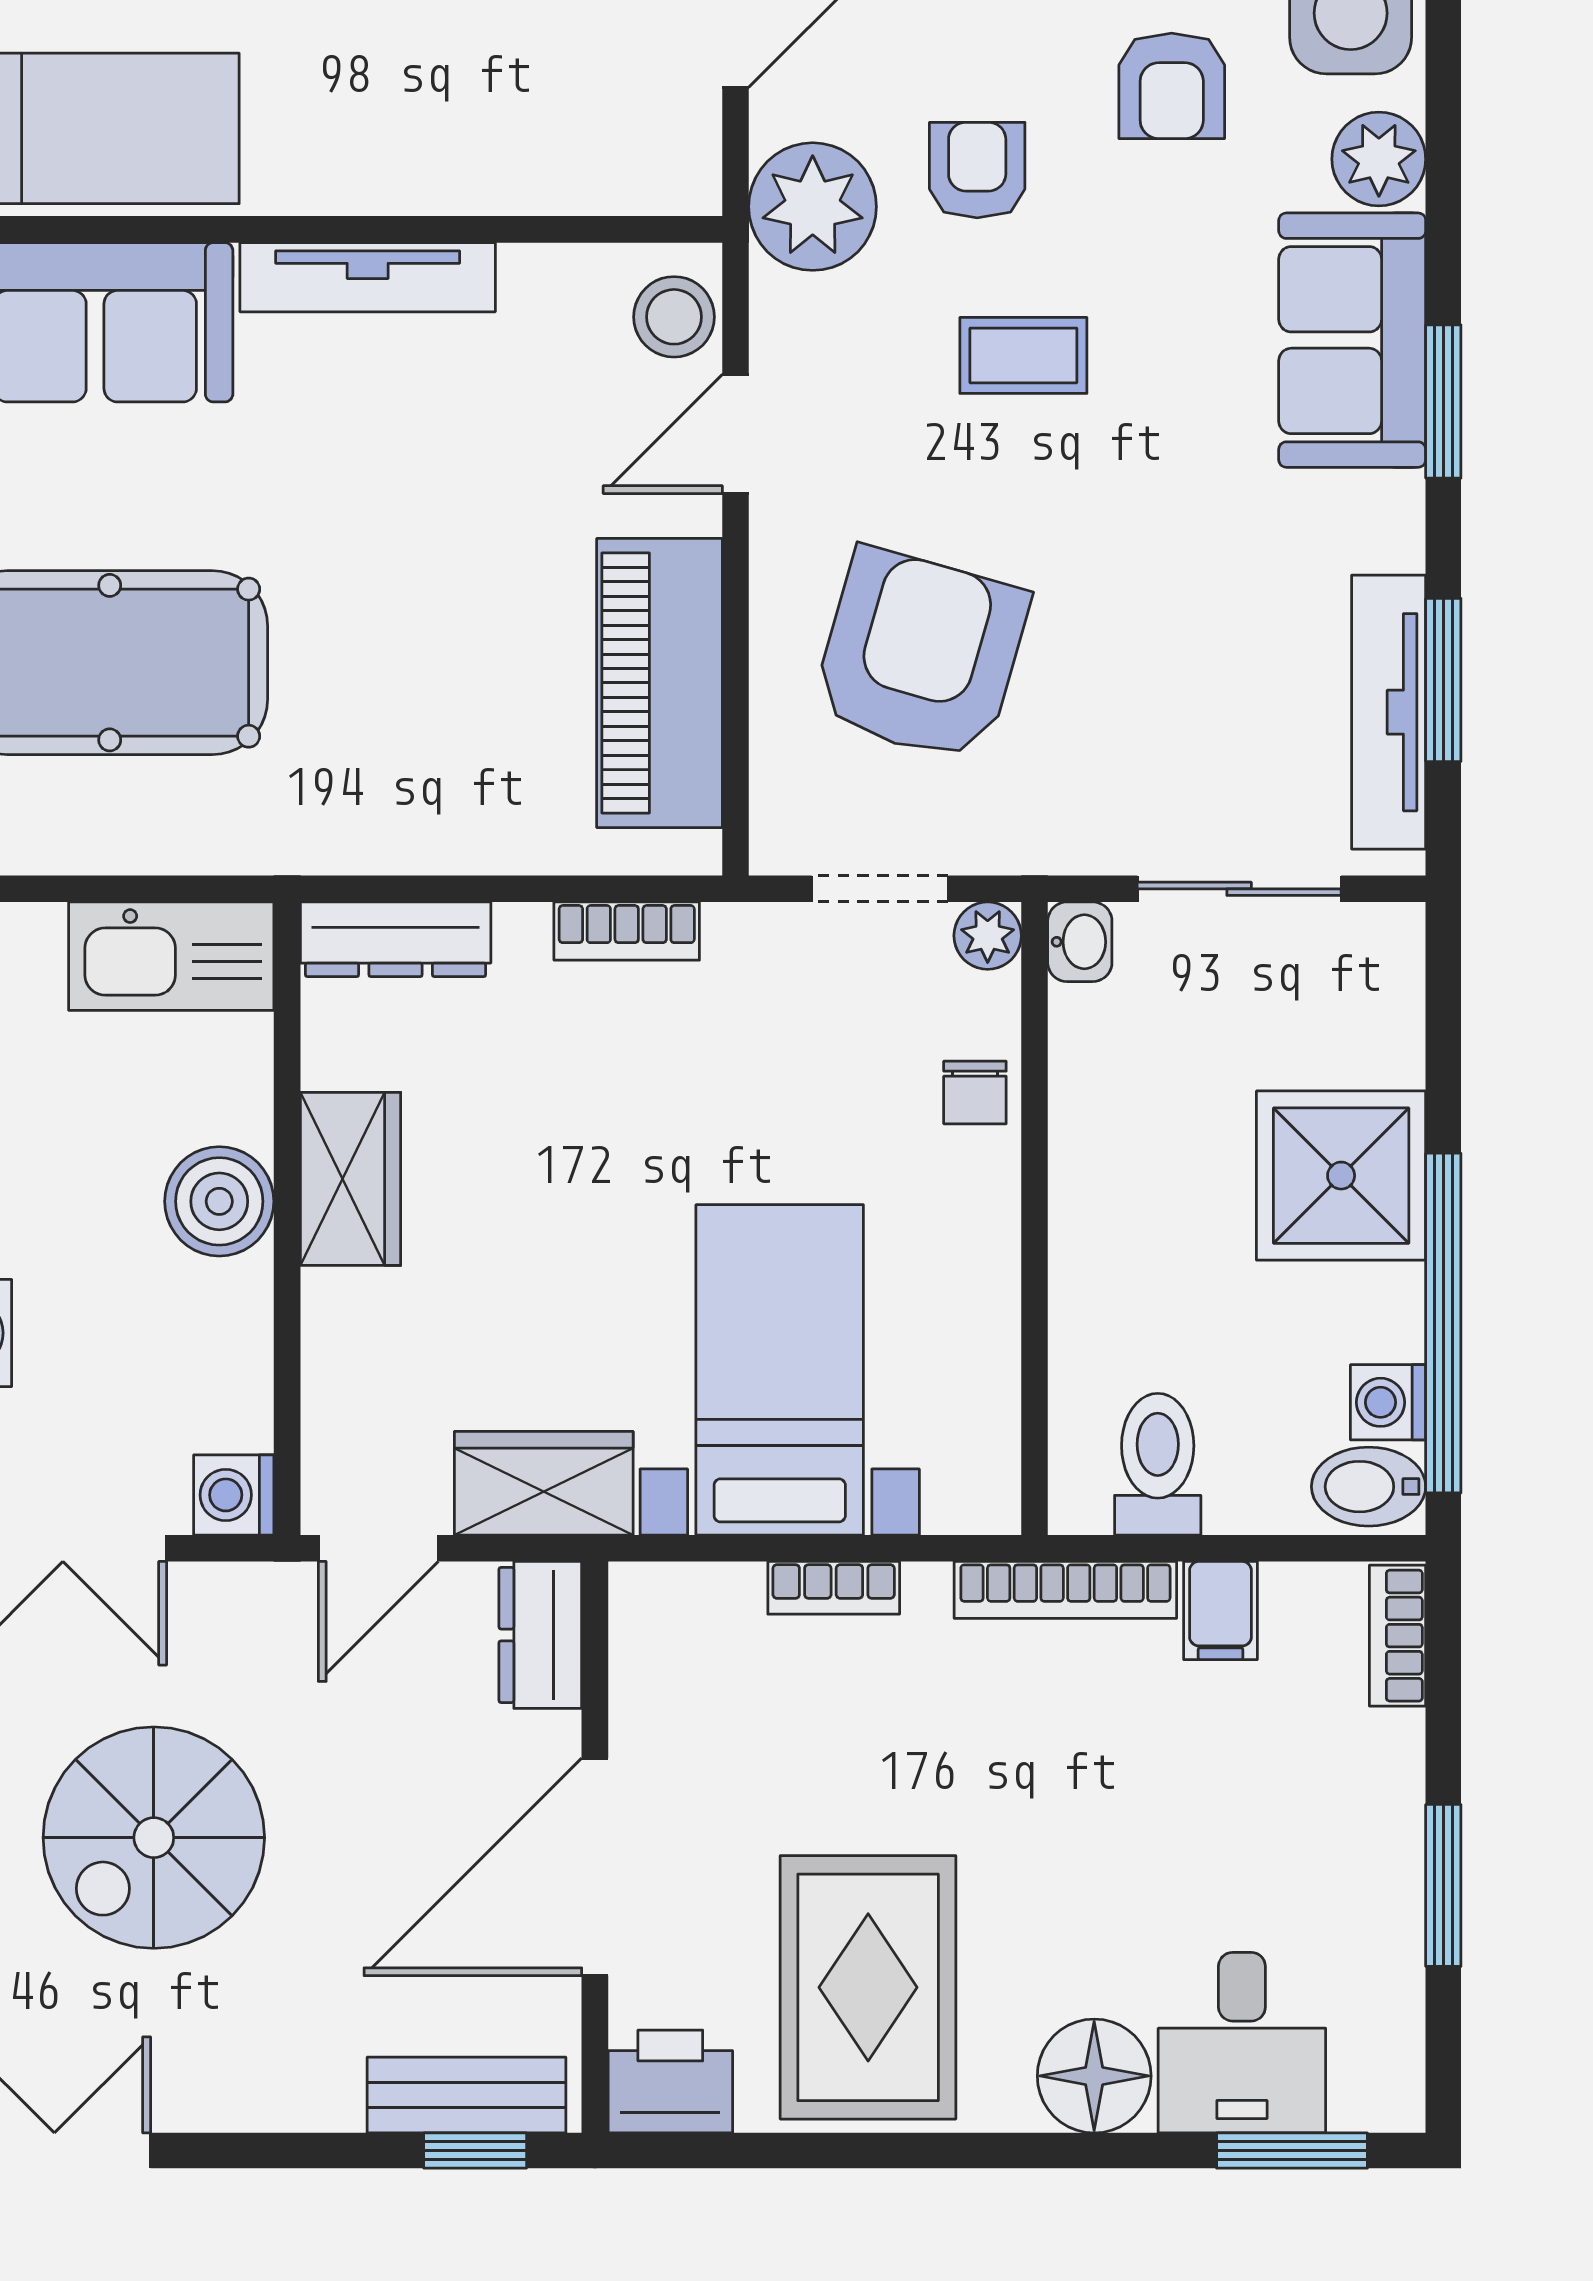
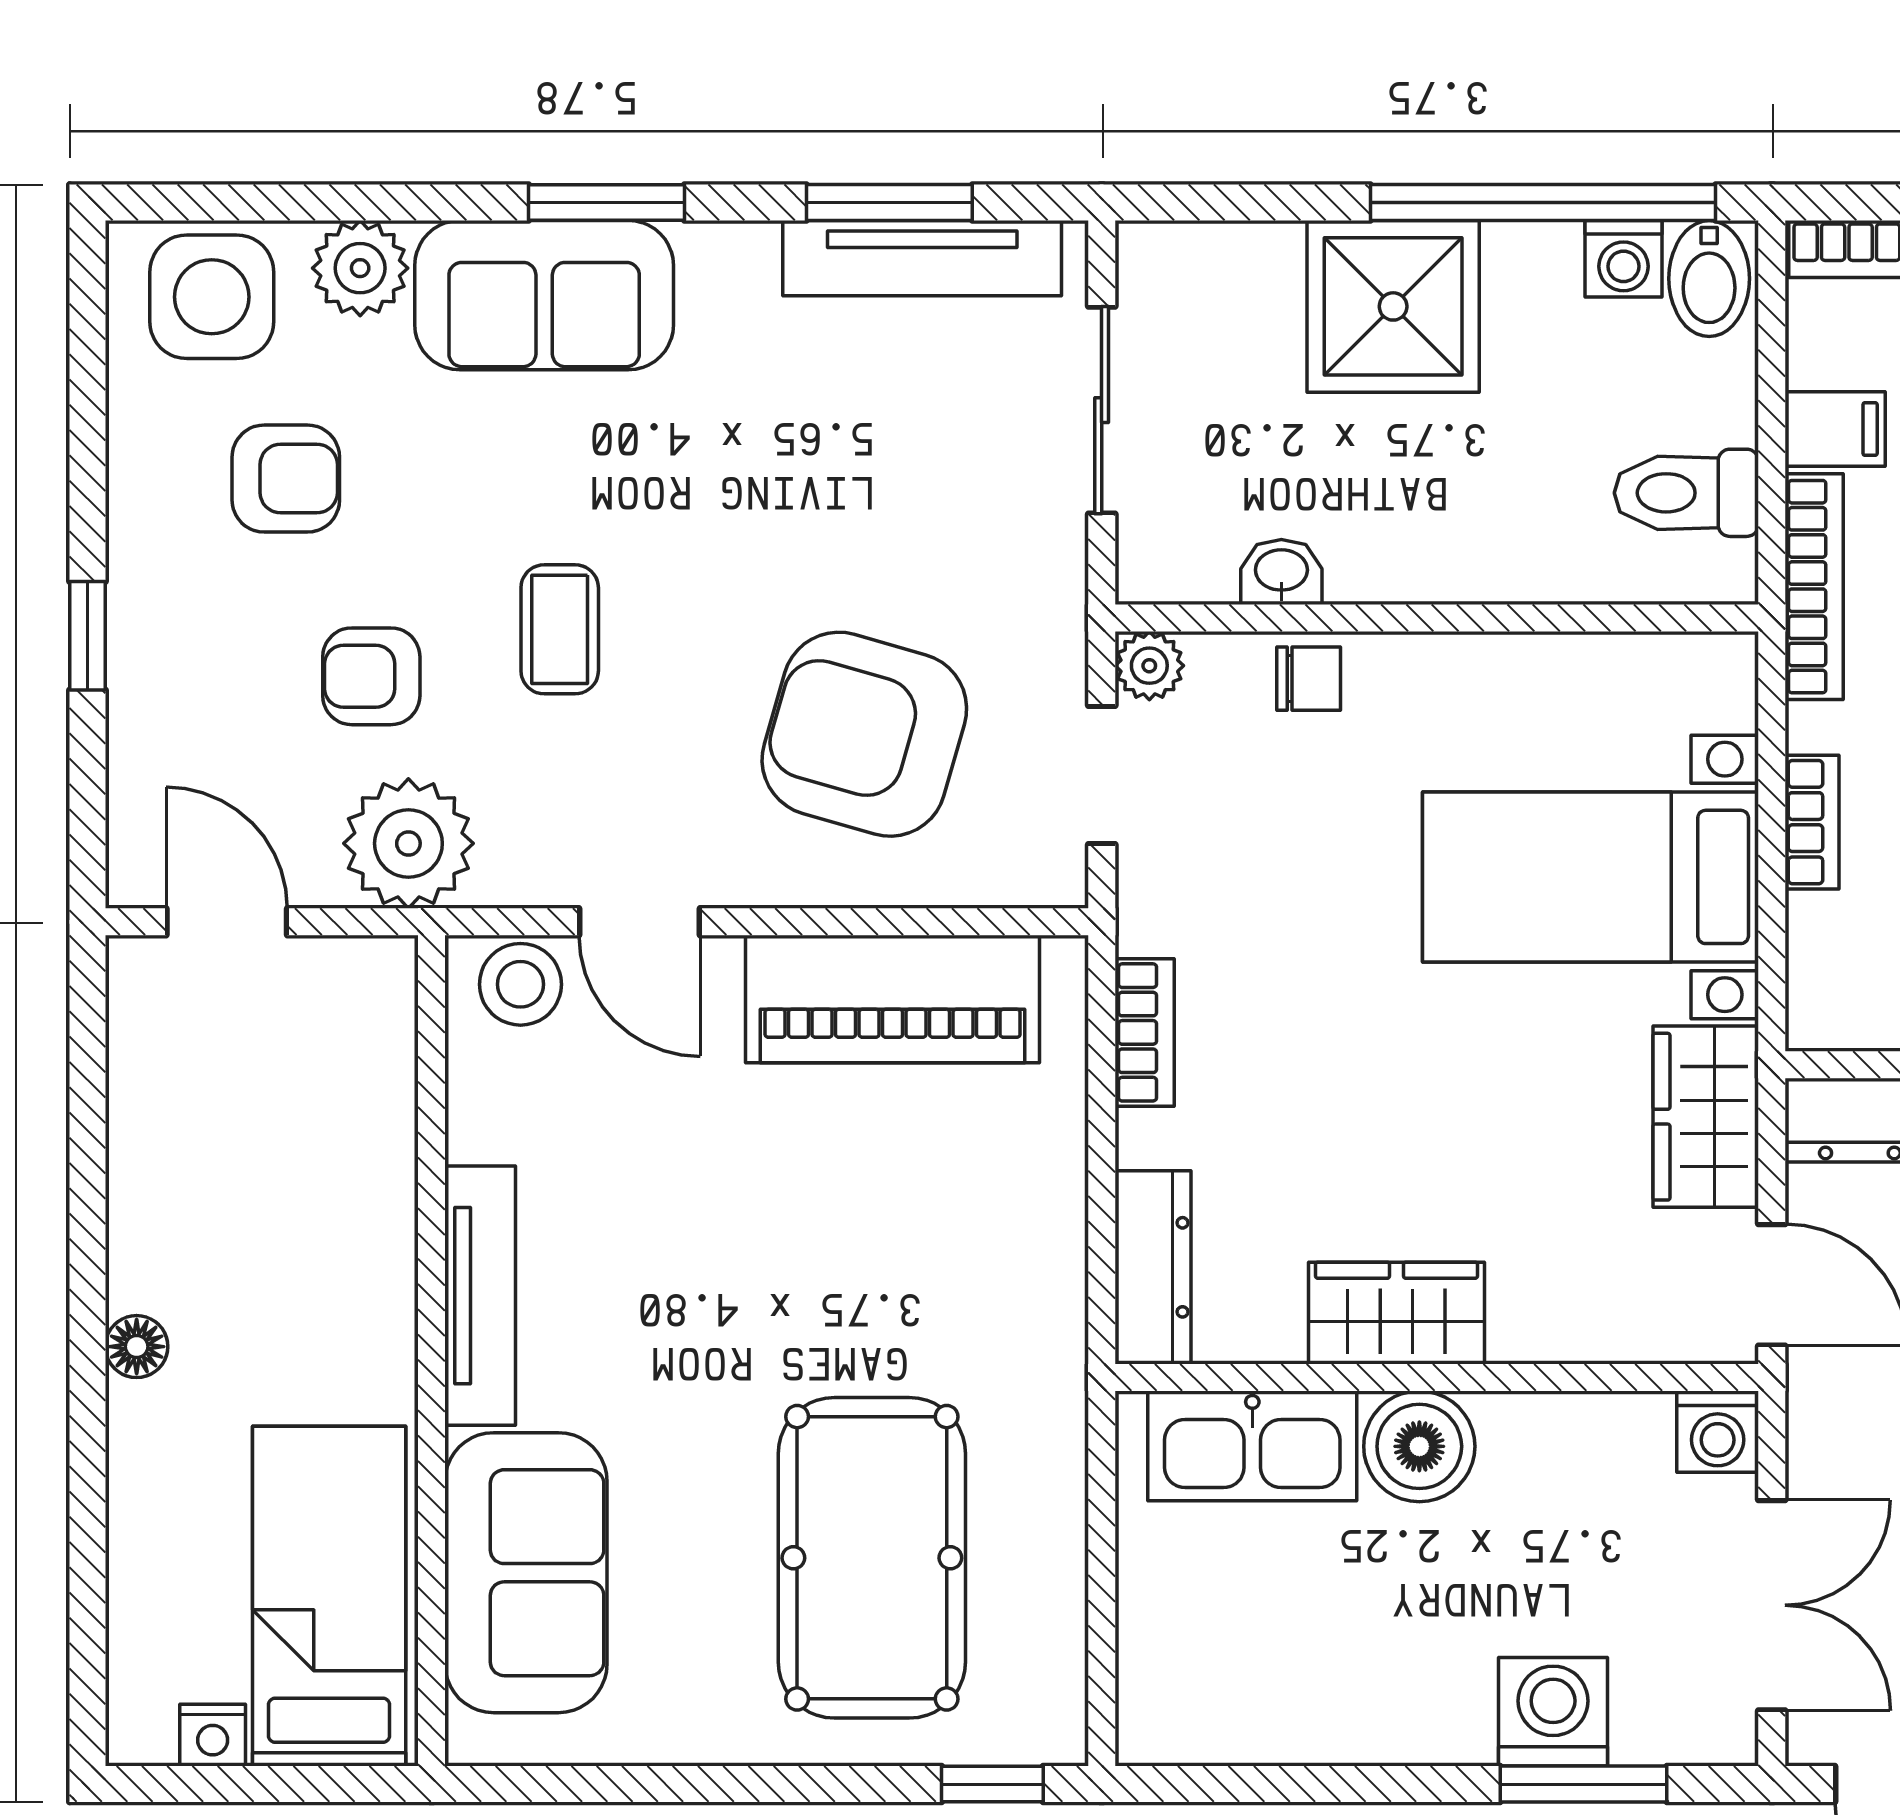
washbasin: (1080, 942) -> (1281, 572), moved
kitchen sink: (171, 956) -> (1252, 1446), moved, turned 90

